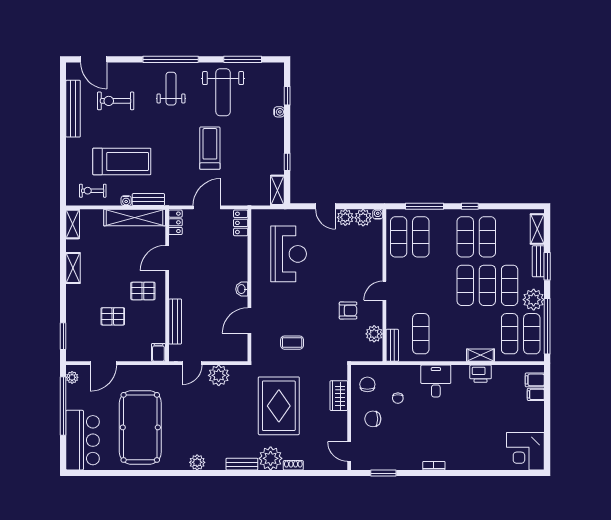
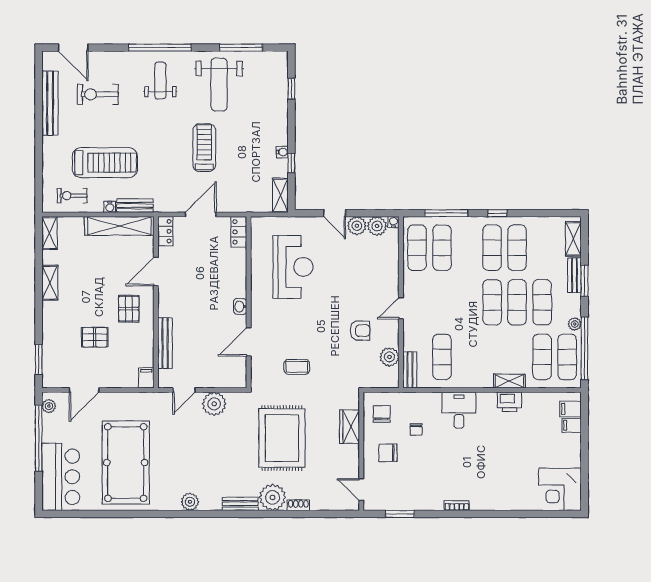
water cooler: (279, 112) -> (282, 152), moved
pallet: (143, 291) -> (129, 309), turned 90
plant: (534, 300) -> (575, 324), width x0.53, depth x0.53

